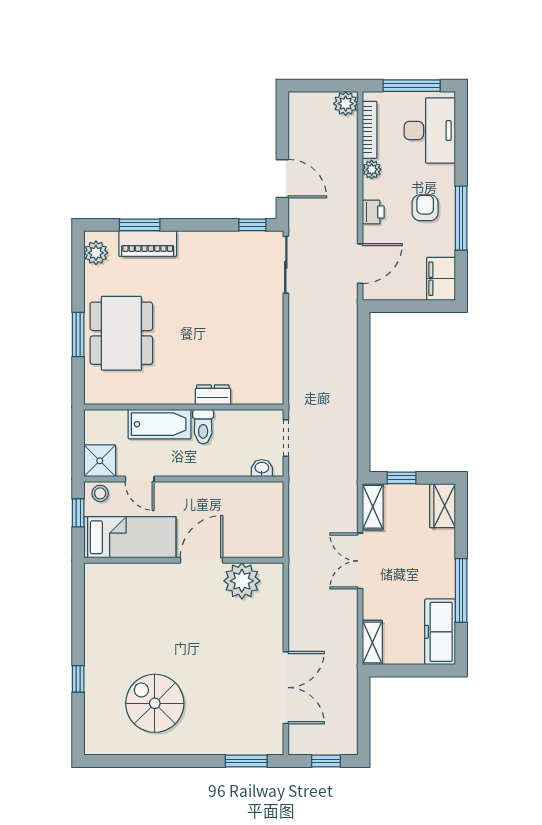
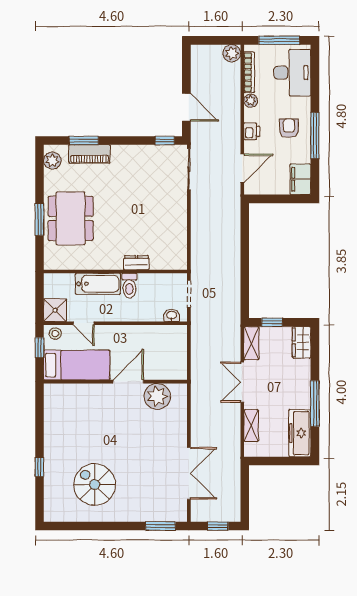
shelving: (372, 642) -> (251, 426), moved

